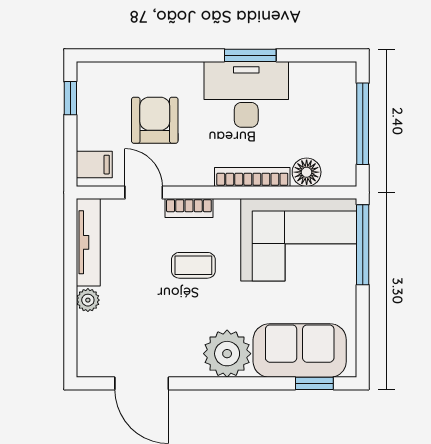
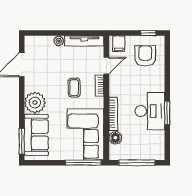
armchair: (155, 120) -> (145, 56), moved, turned -90
window: (314, 383) -> (22, 141), width x1.50

